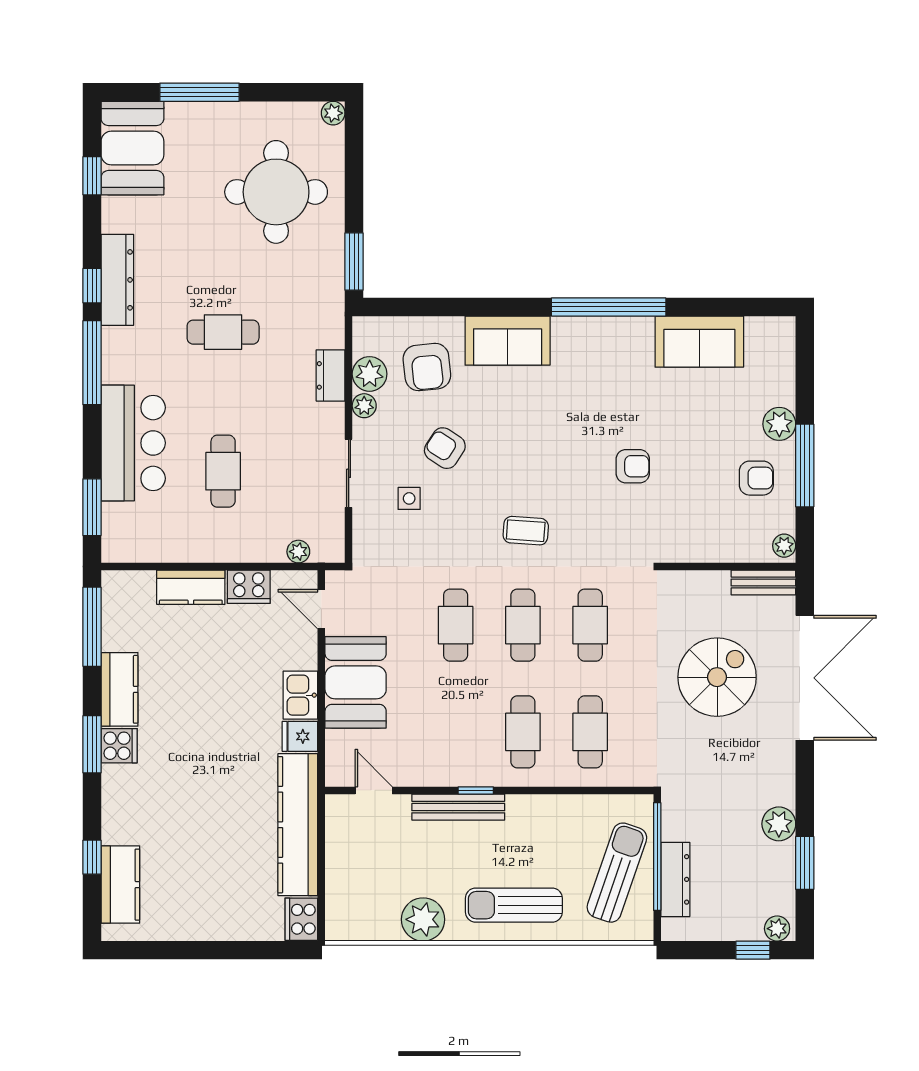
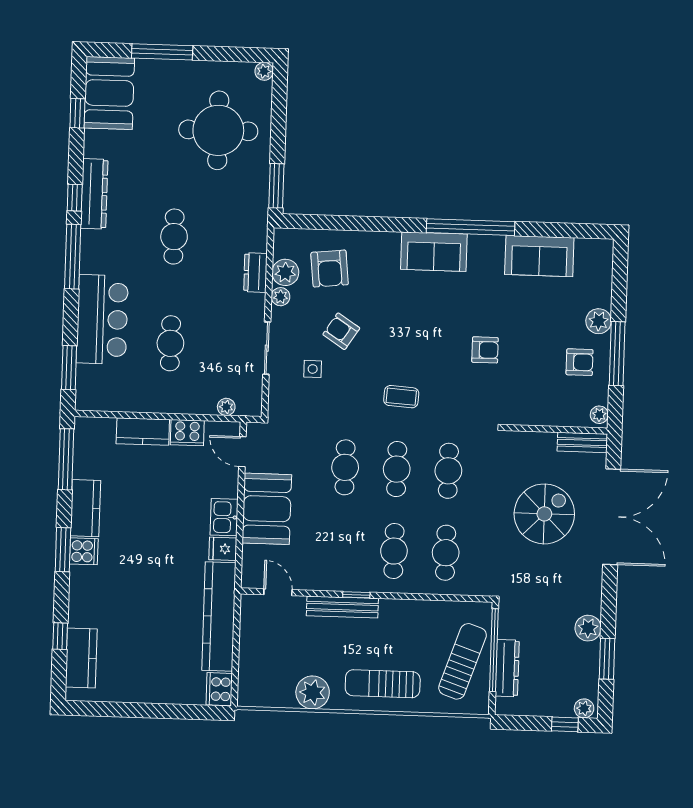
cafe table: (223, 332) -> (174, 237), turned 90
sofa: (508, 341) -> (434, 252), moved

